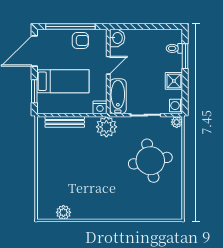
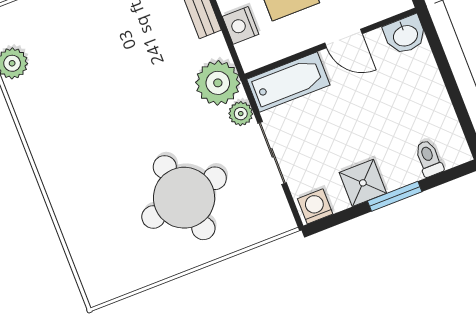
window: (185, 56) -> (395, 196), moved
nightstand: (100, 107) -> (241, 25), moved
plant: (177, 122) -> (241, 114), moved

